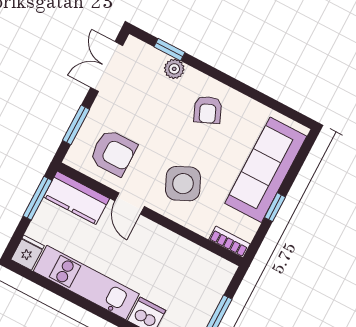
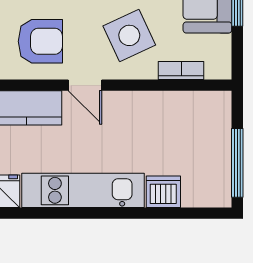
bookcase: (229, 242) -> (181, 70), moved

